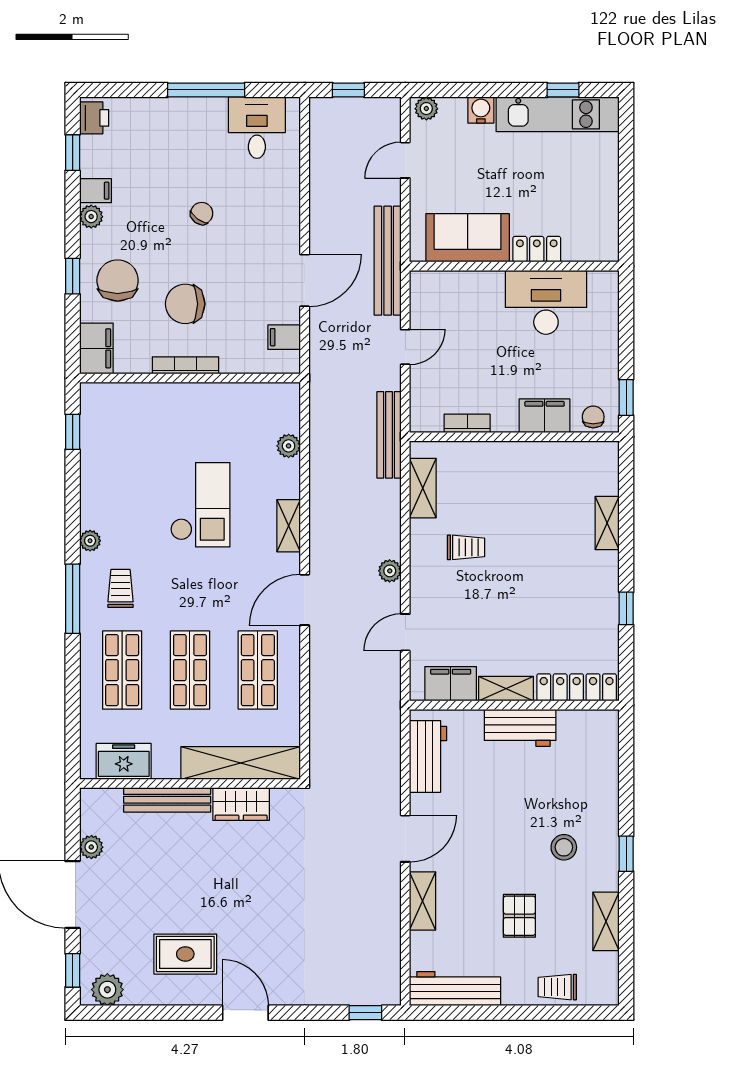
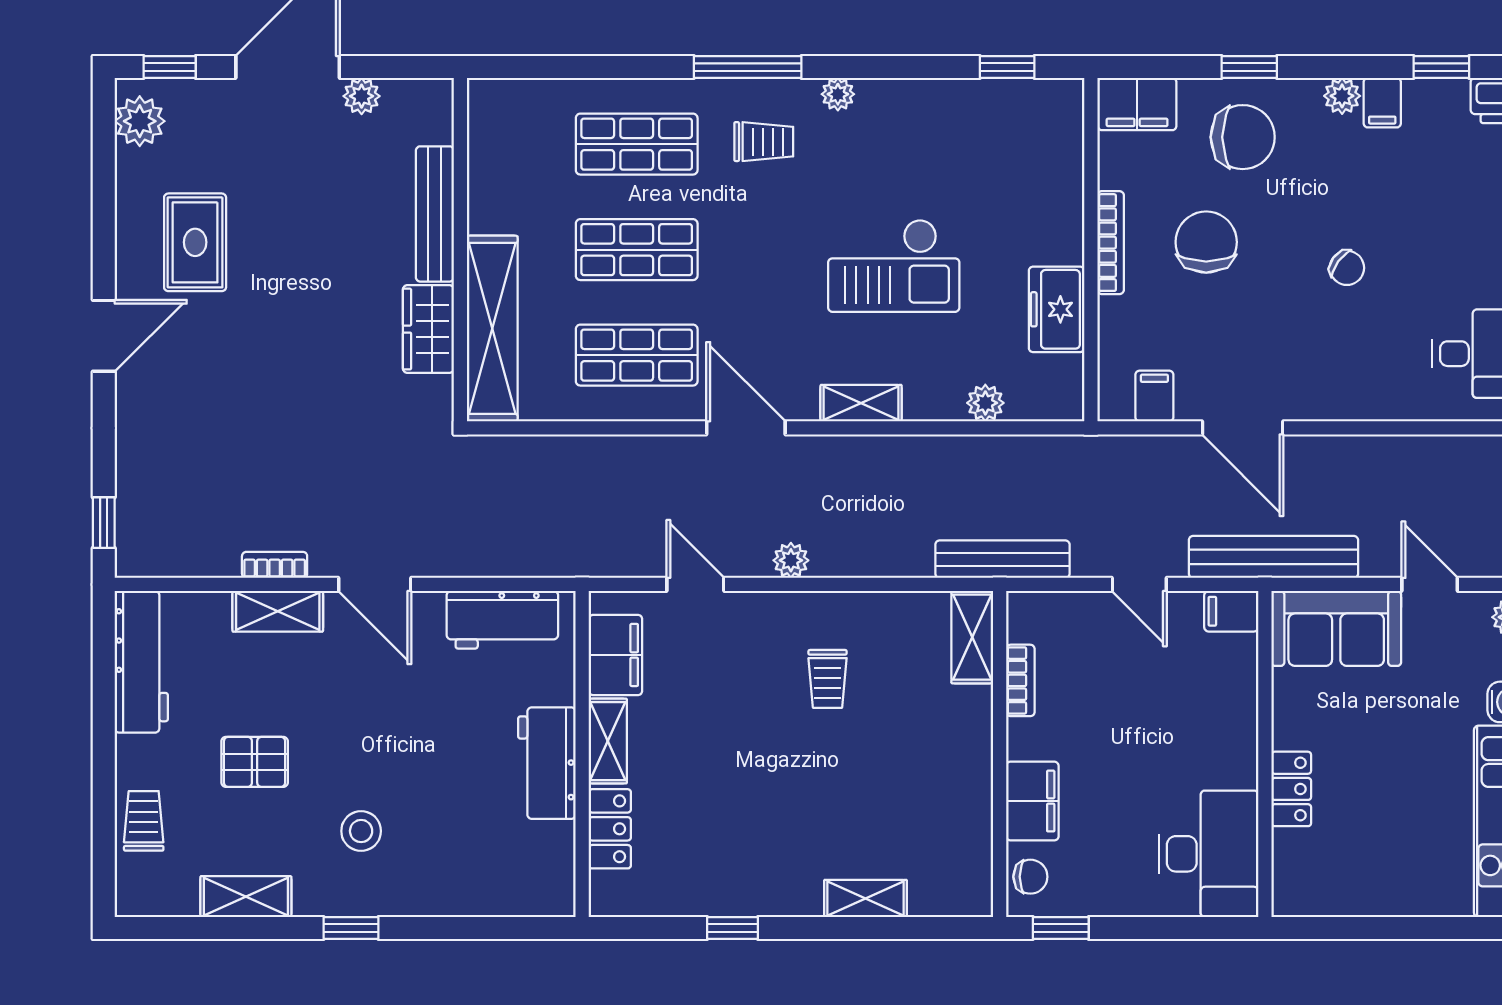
sofa: (468, 238) -> (1336, 628), moved, turned 90
filing cabinet: (423, 288) -> (1231, 611), added
desk: (546, 302) -> (1209, 854), moved
shelving: (423, 488) -> (972, 637), moved, turned 90
locker: (577, 687) -> (610, 829), width x0.66
freezer: (124, 761) -> (1057, 309), moved, turned 180
bookcase: (393, 903) -> (275, 565), added

